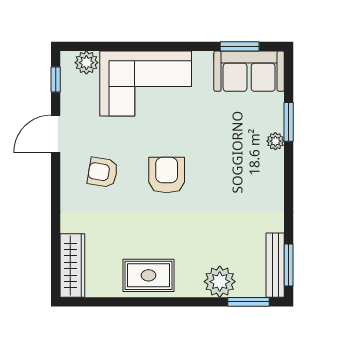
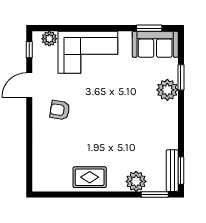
plant: (275, 141) -> (167, 90), width x1.88, depth x1.88
armchair: (167, 175) -> (101, 112), removed
wardrobe: (72, 266) -> (40, 171), removed

